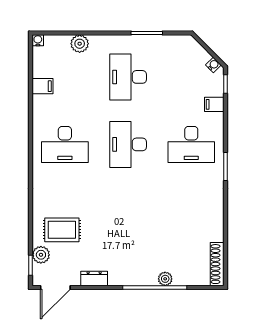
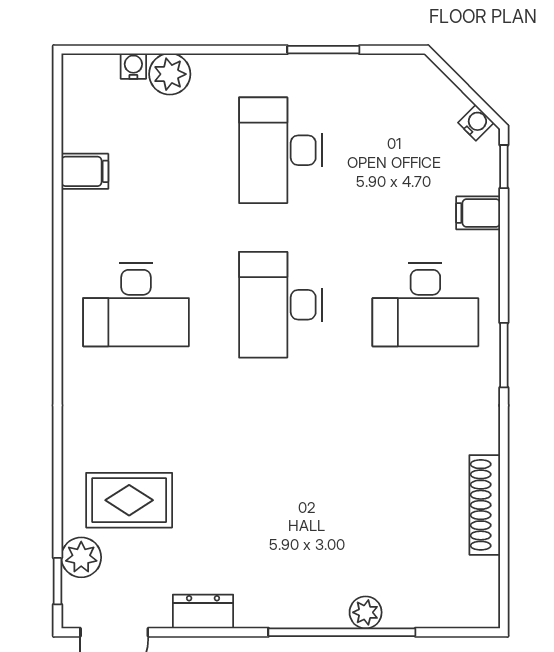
water cooler: (38, 40) -> (133, 66), moved
shoe rack: (217, 264) -> (485, 505), moved

